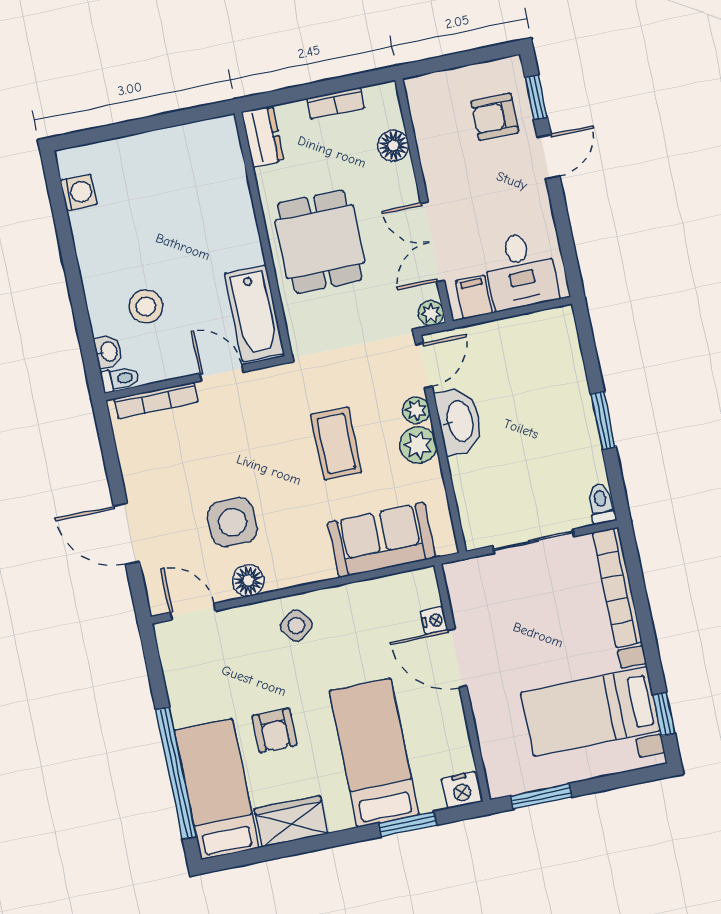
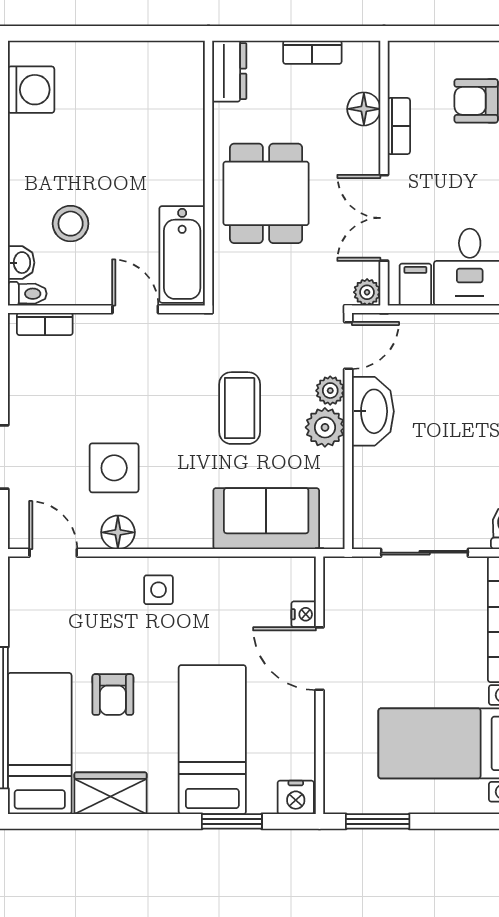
bookcase: (429, 155) -> (399, 126), added
washing machine: (79, 192) -> (31, 90), width x1.38, depth x1.38
bookcase: (156, 400) -> (45, 324), width x0.64
side table: (296, 626) -> (158, 590), turned 37

